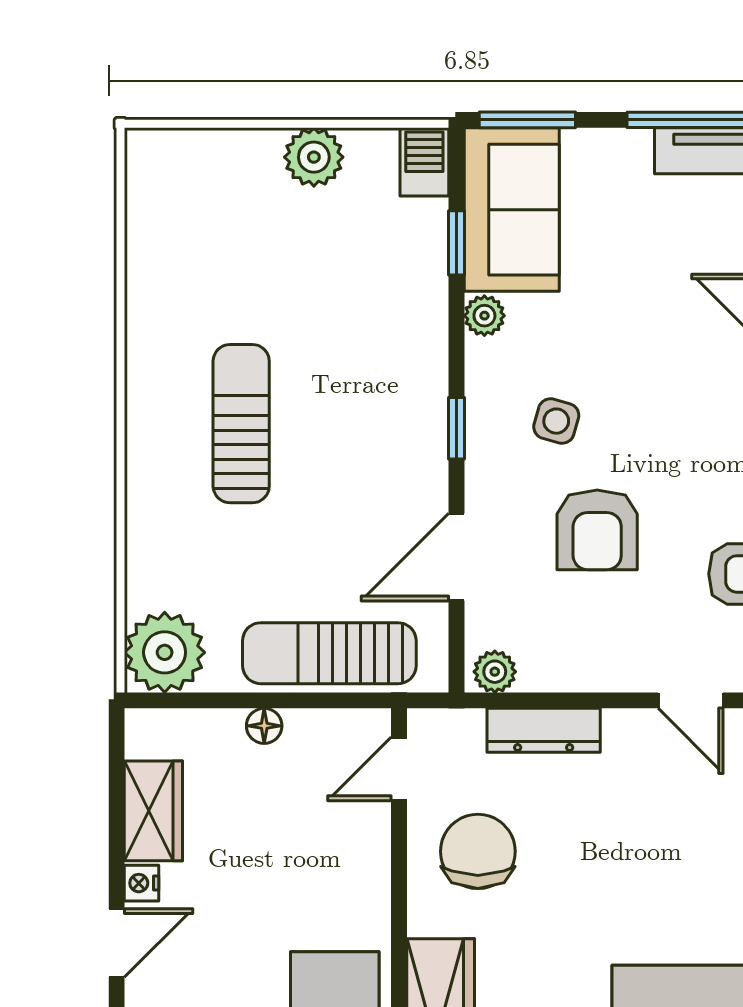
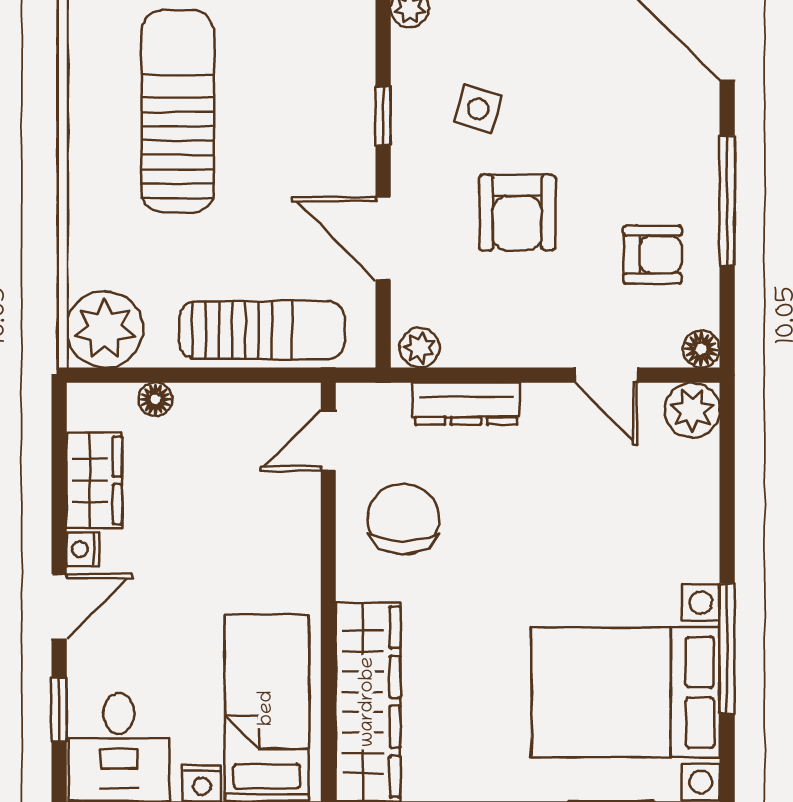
sun lounger: (241, 424) -> (178, 111), width x1.36, depth x1.34
door: (457, 557) -> (383, 239), hinge flipped
sun lounger: (329, 653) -> (262, 330), turned 180
floor lamp: (264, 726) -> (155, 399), moved

